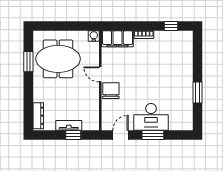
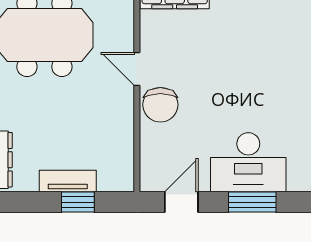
chair: (111, 91) -> (160, 105), turned 180

